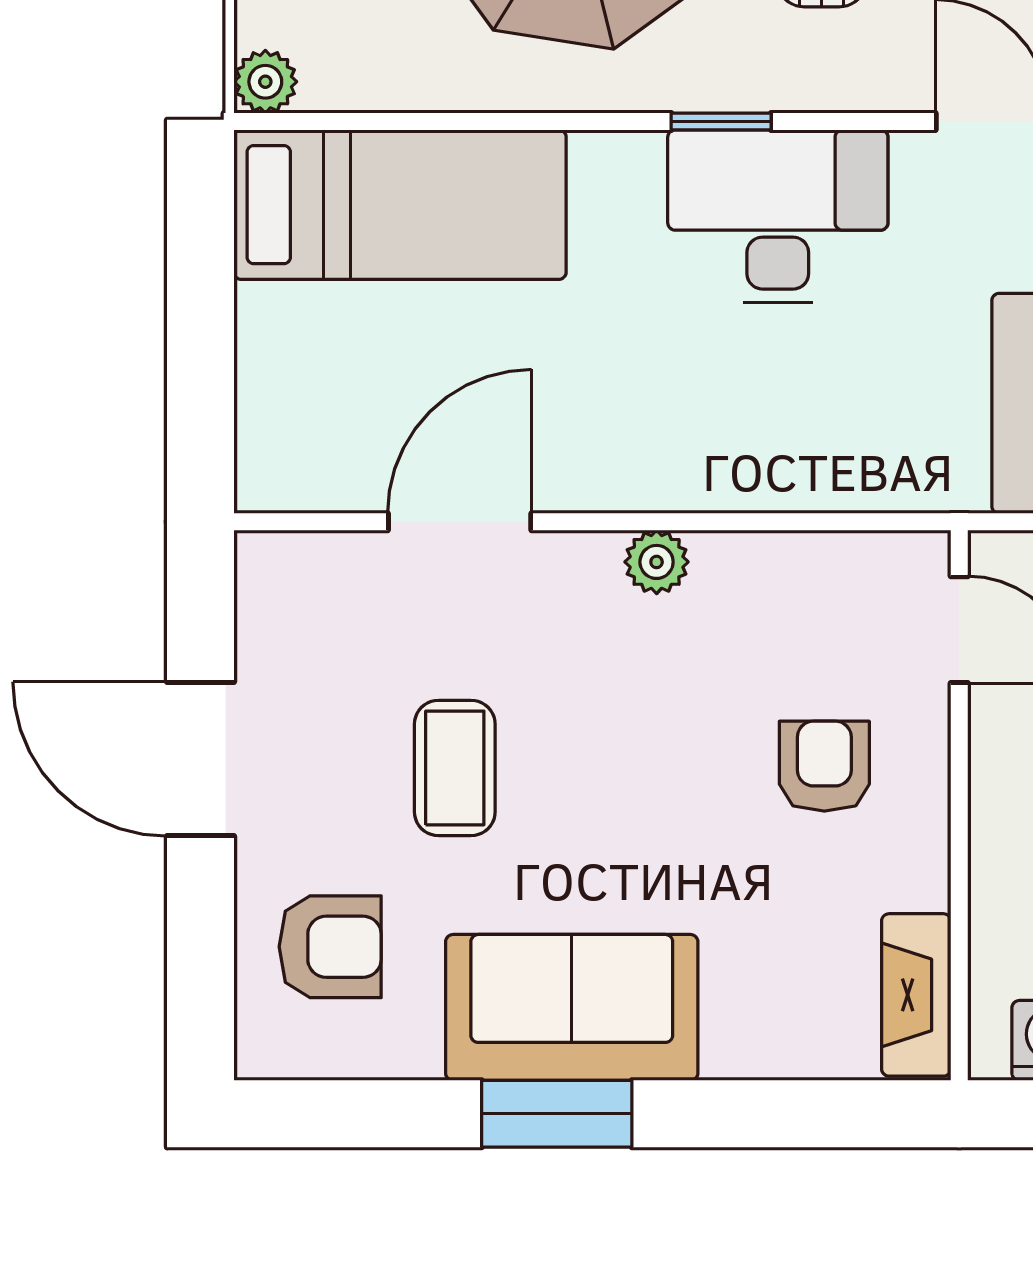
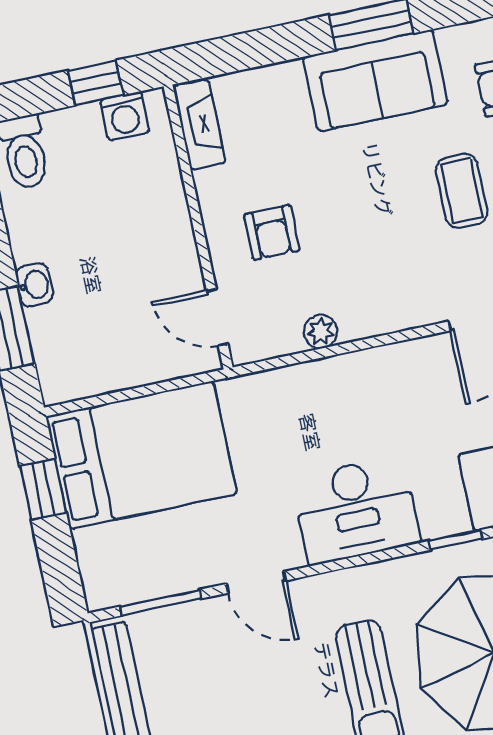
window: (721, 122) -> (456, 540), moved
plant: (657, 562) -> (321, 332), moved

